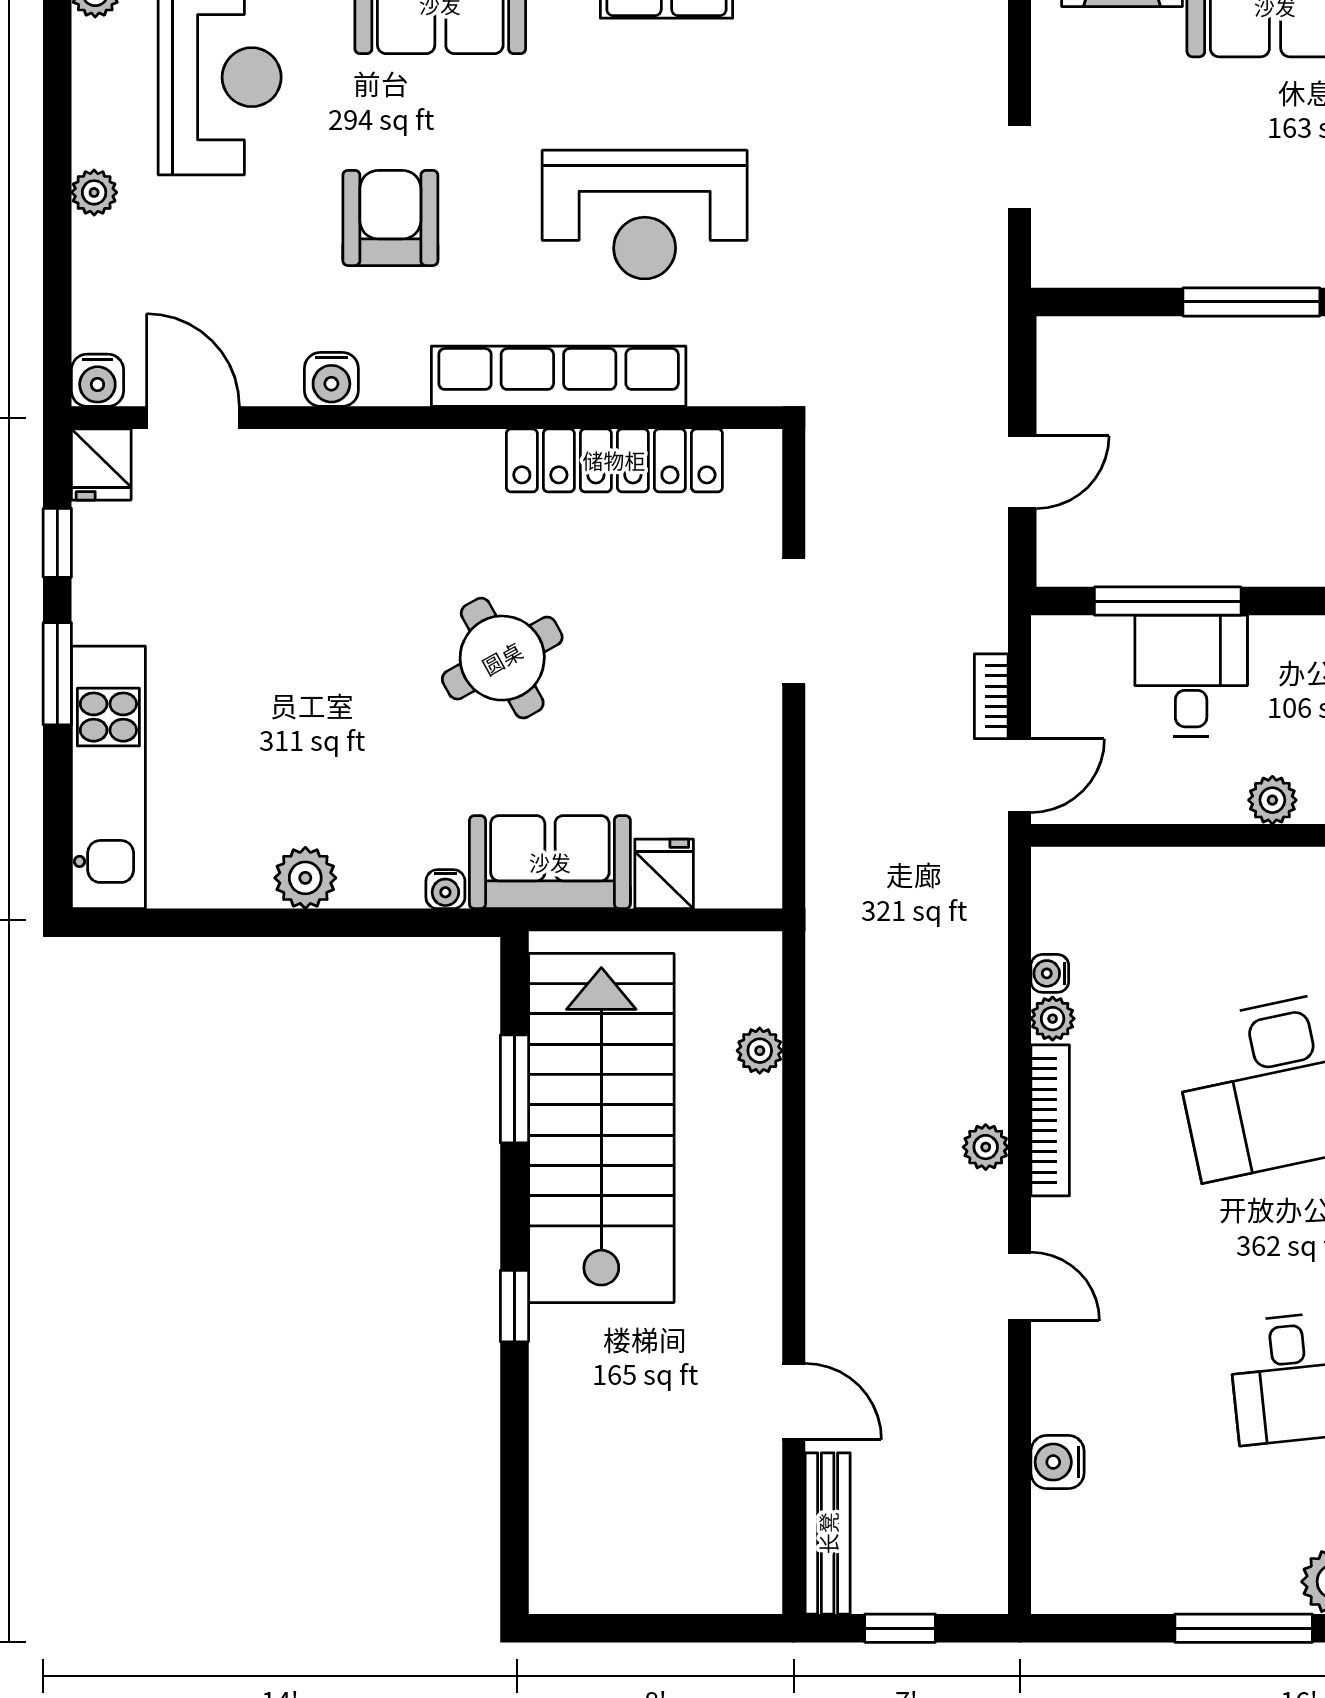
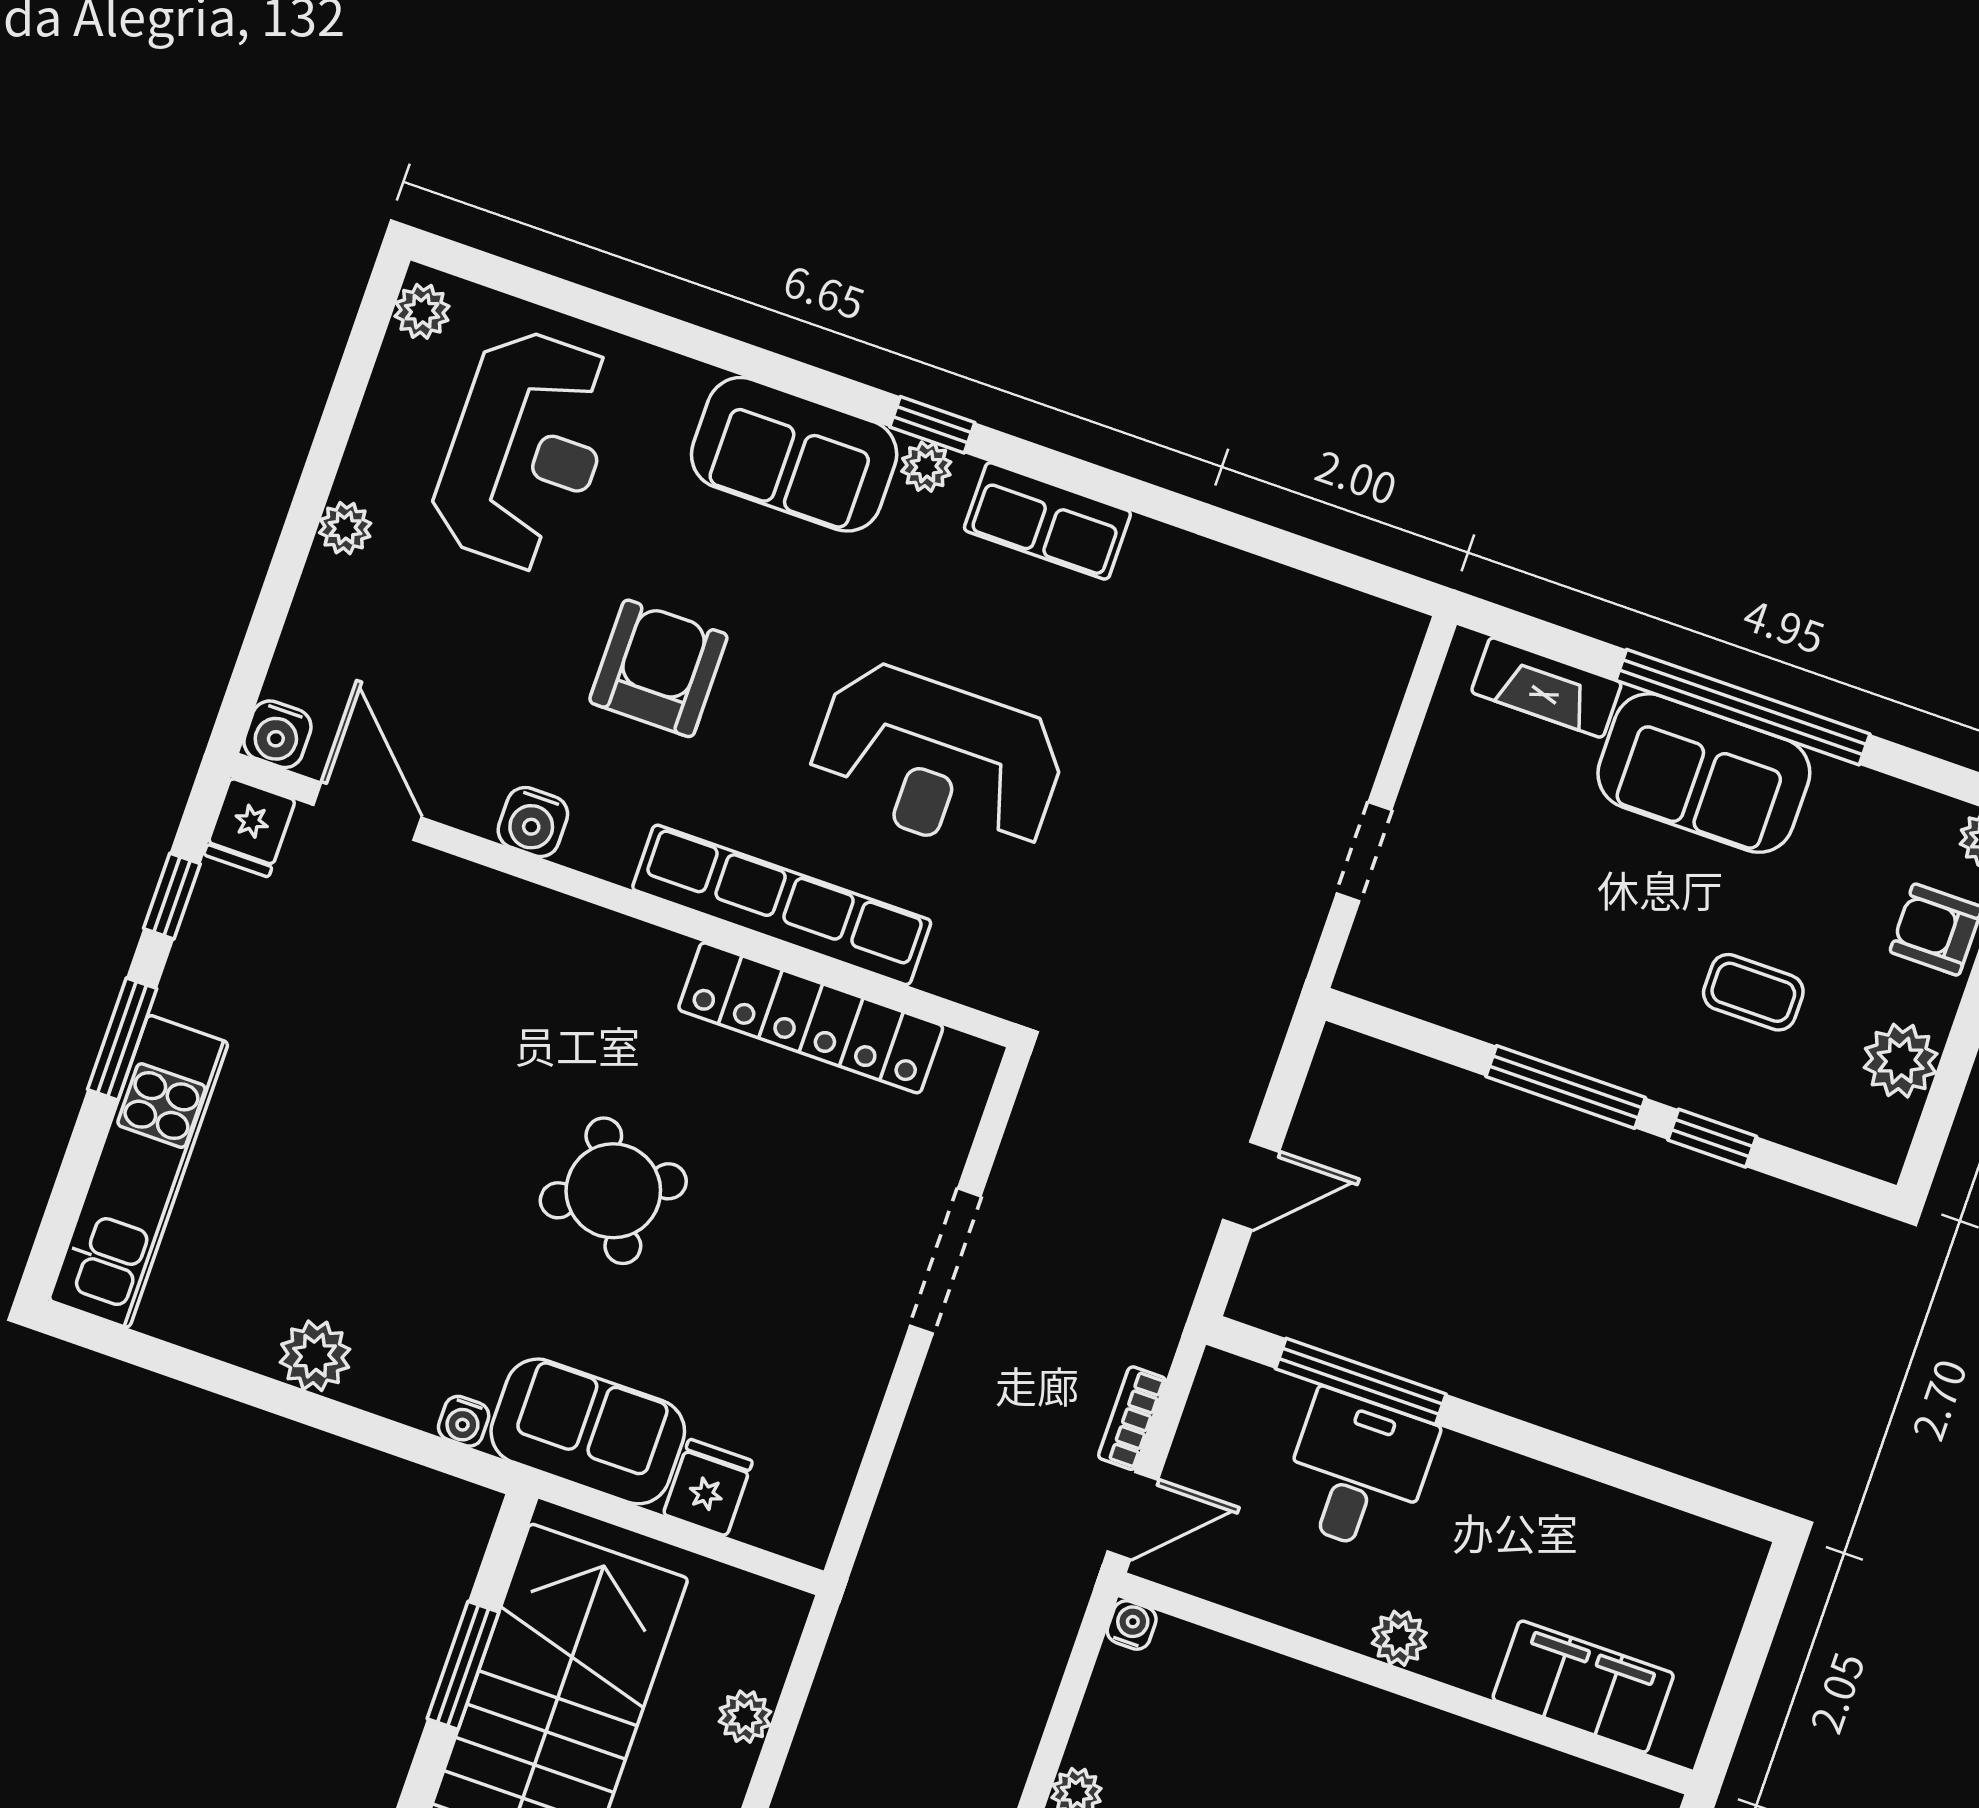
water cooler: (1050, 973) -> (1132, 1625), moved, turned 90

